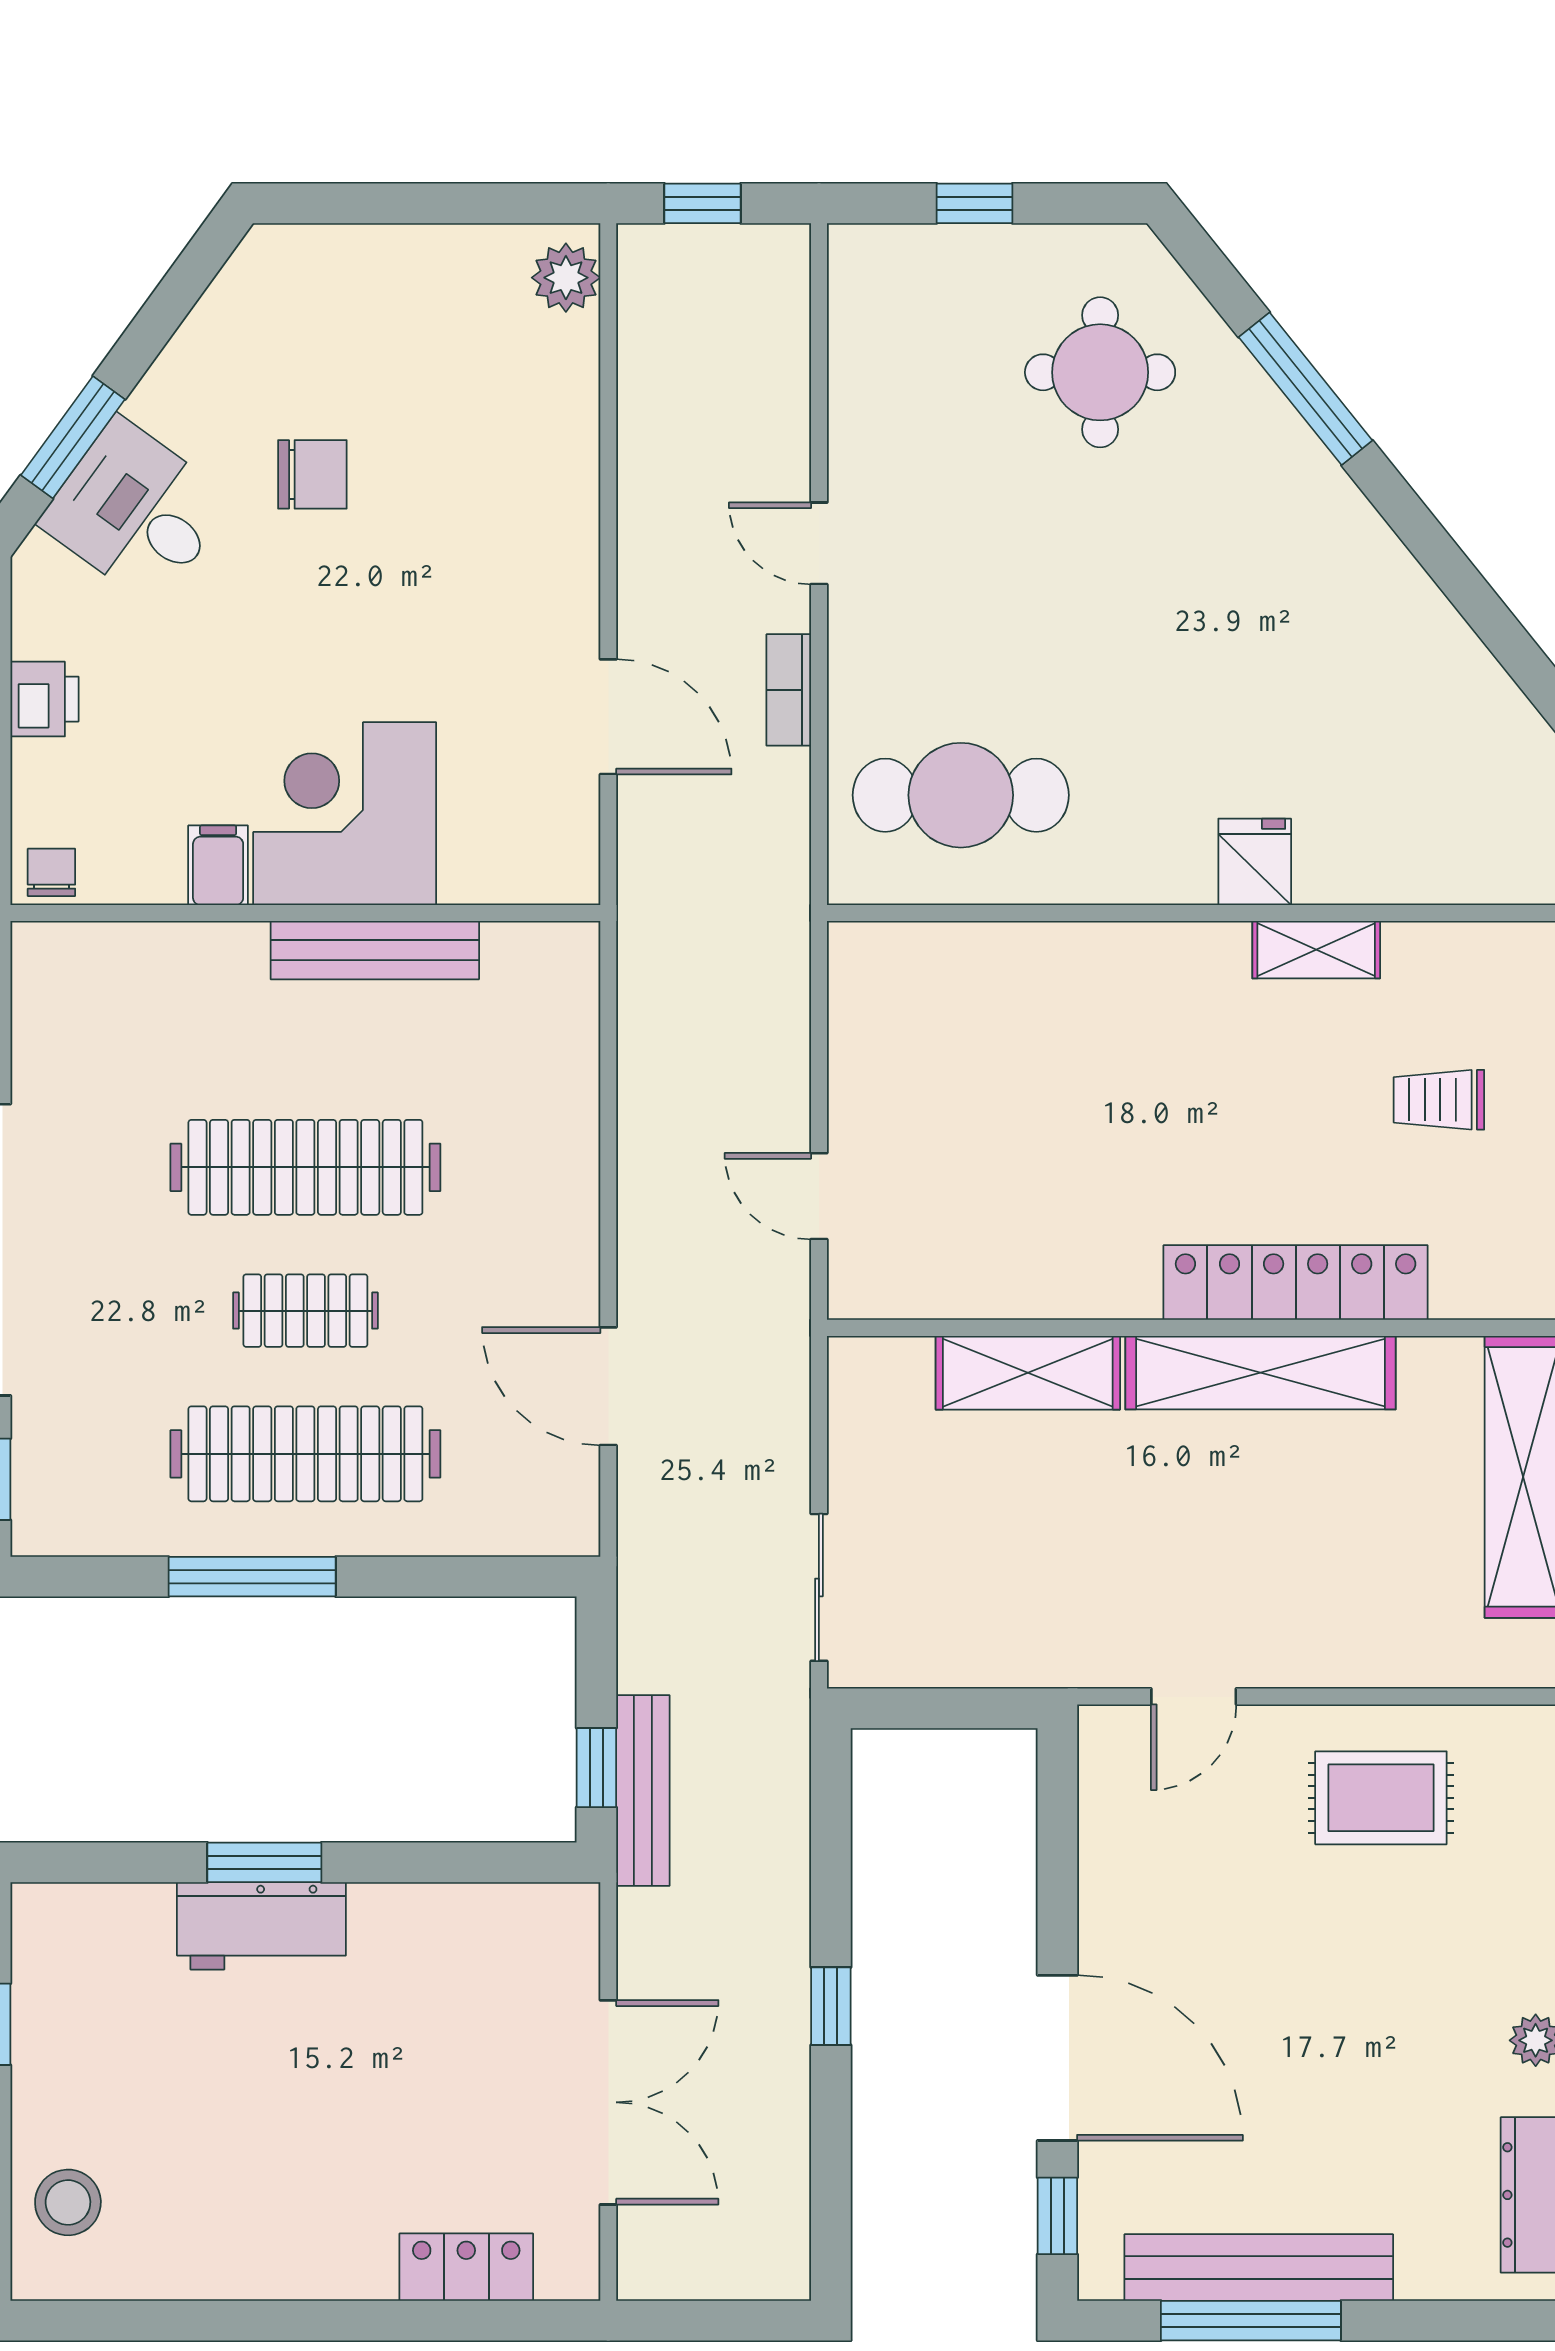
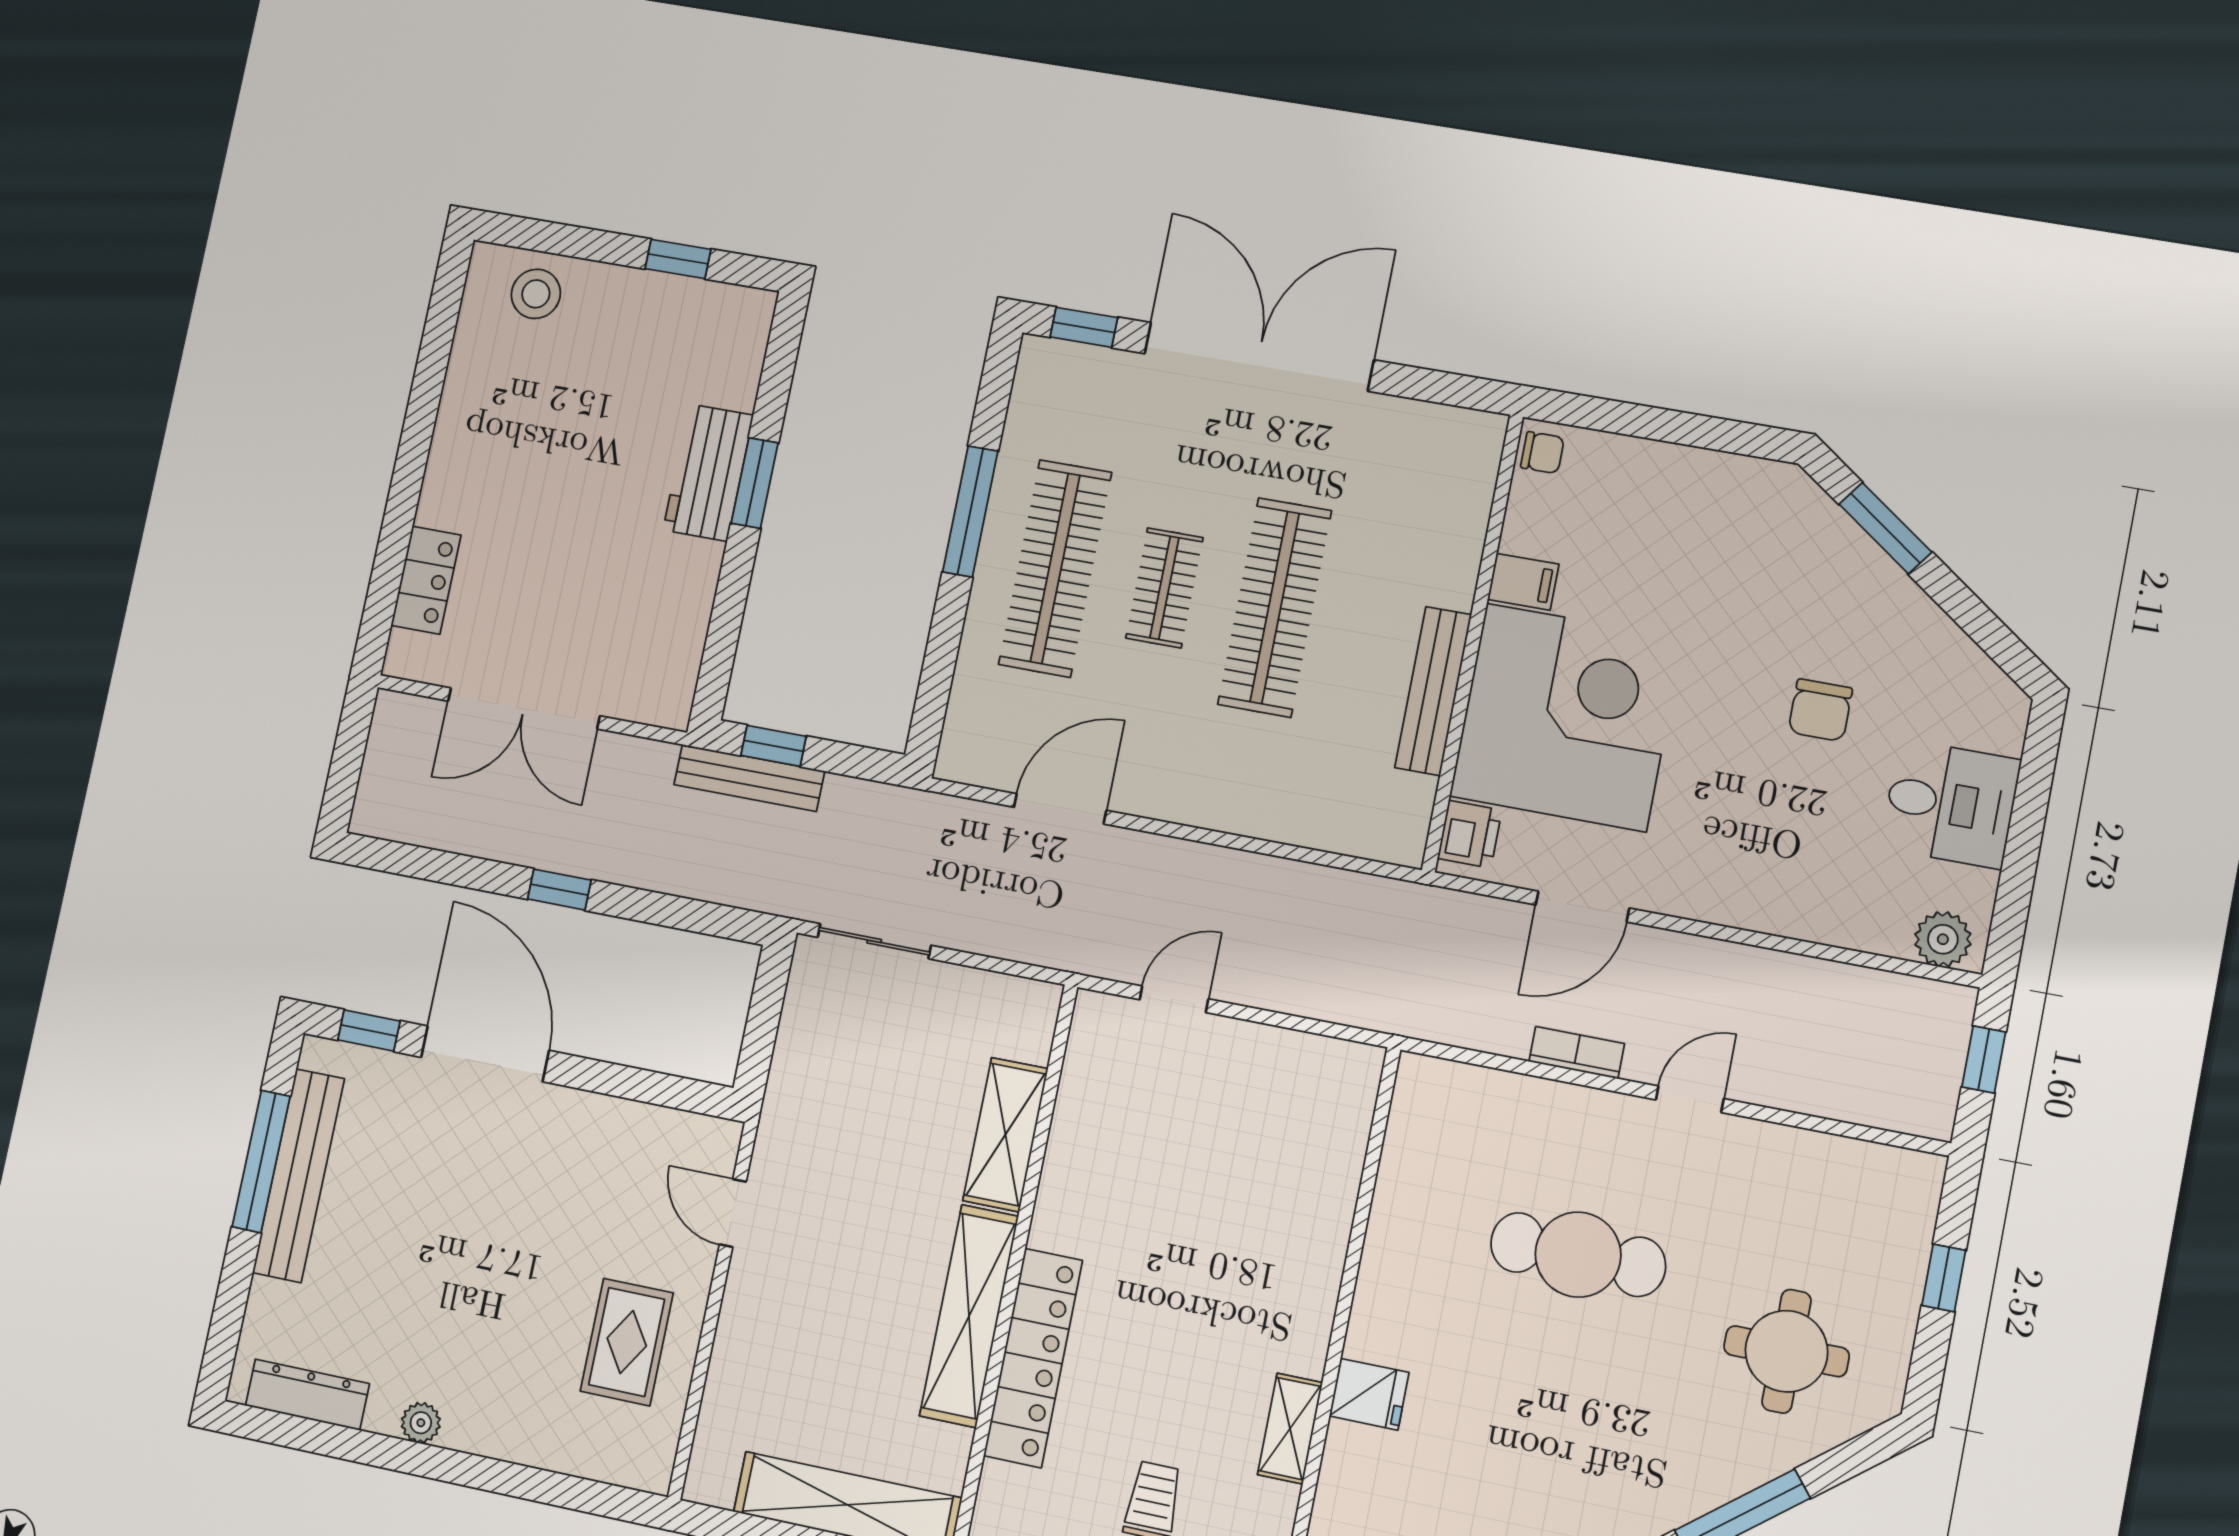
desk: (136, 512) -> (1950, 804), moved, turned 54
printer: (44, 699) -> (1470, 834), moved, turned -90
cafe table: (961, 795) -> (1578, 1255), moved, turned 90
corner desk: (345, 814) -> (1566, 717), width x1.36, depth x1.36
door: (1057, 2058) -> (485, 1054), swing flipped

